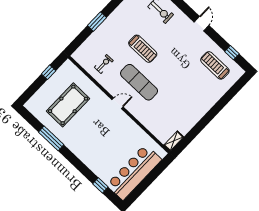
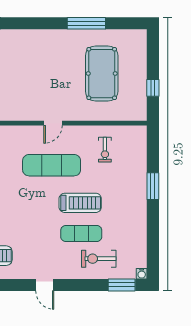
exercise mat: (157, 32) -> (81, 234), added
treadmill: (143, 49) -> (80, 203), turned 180

